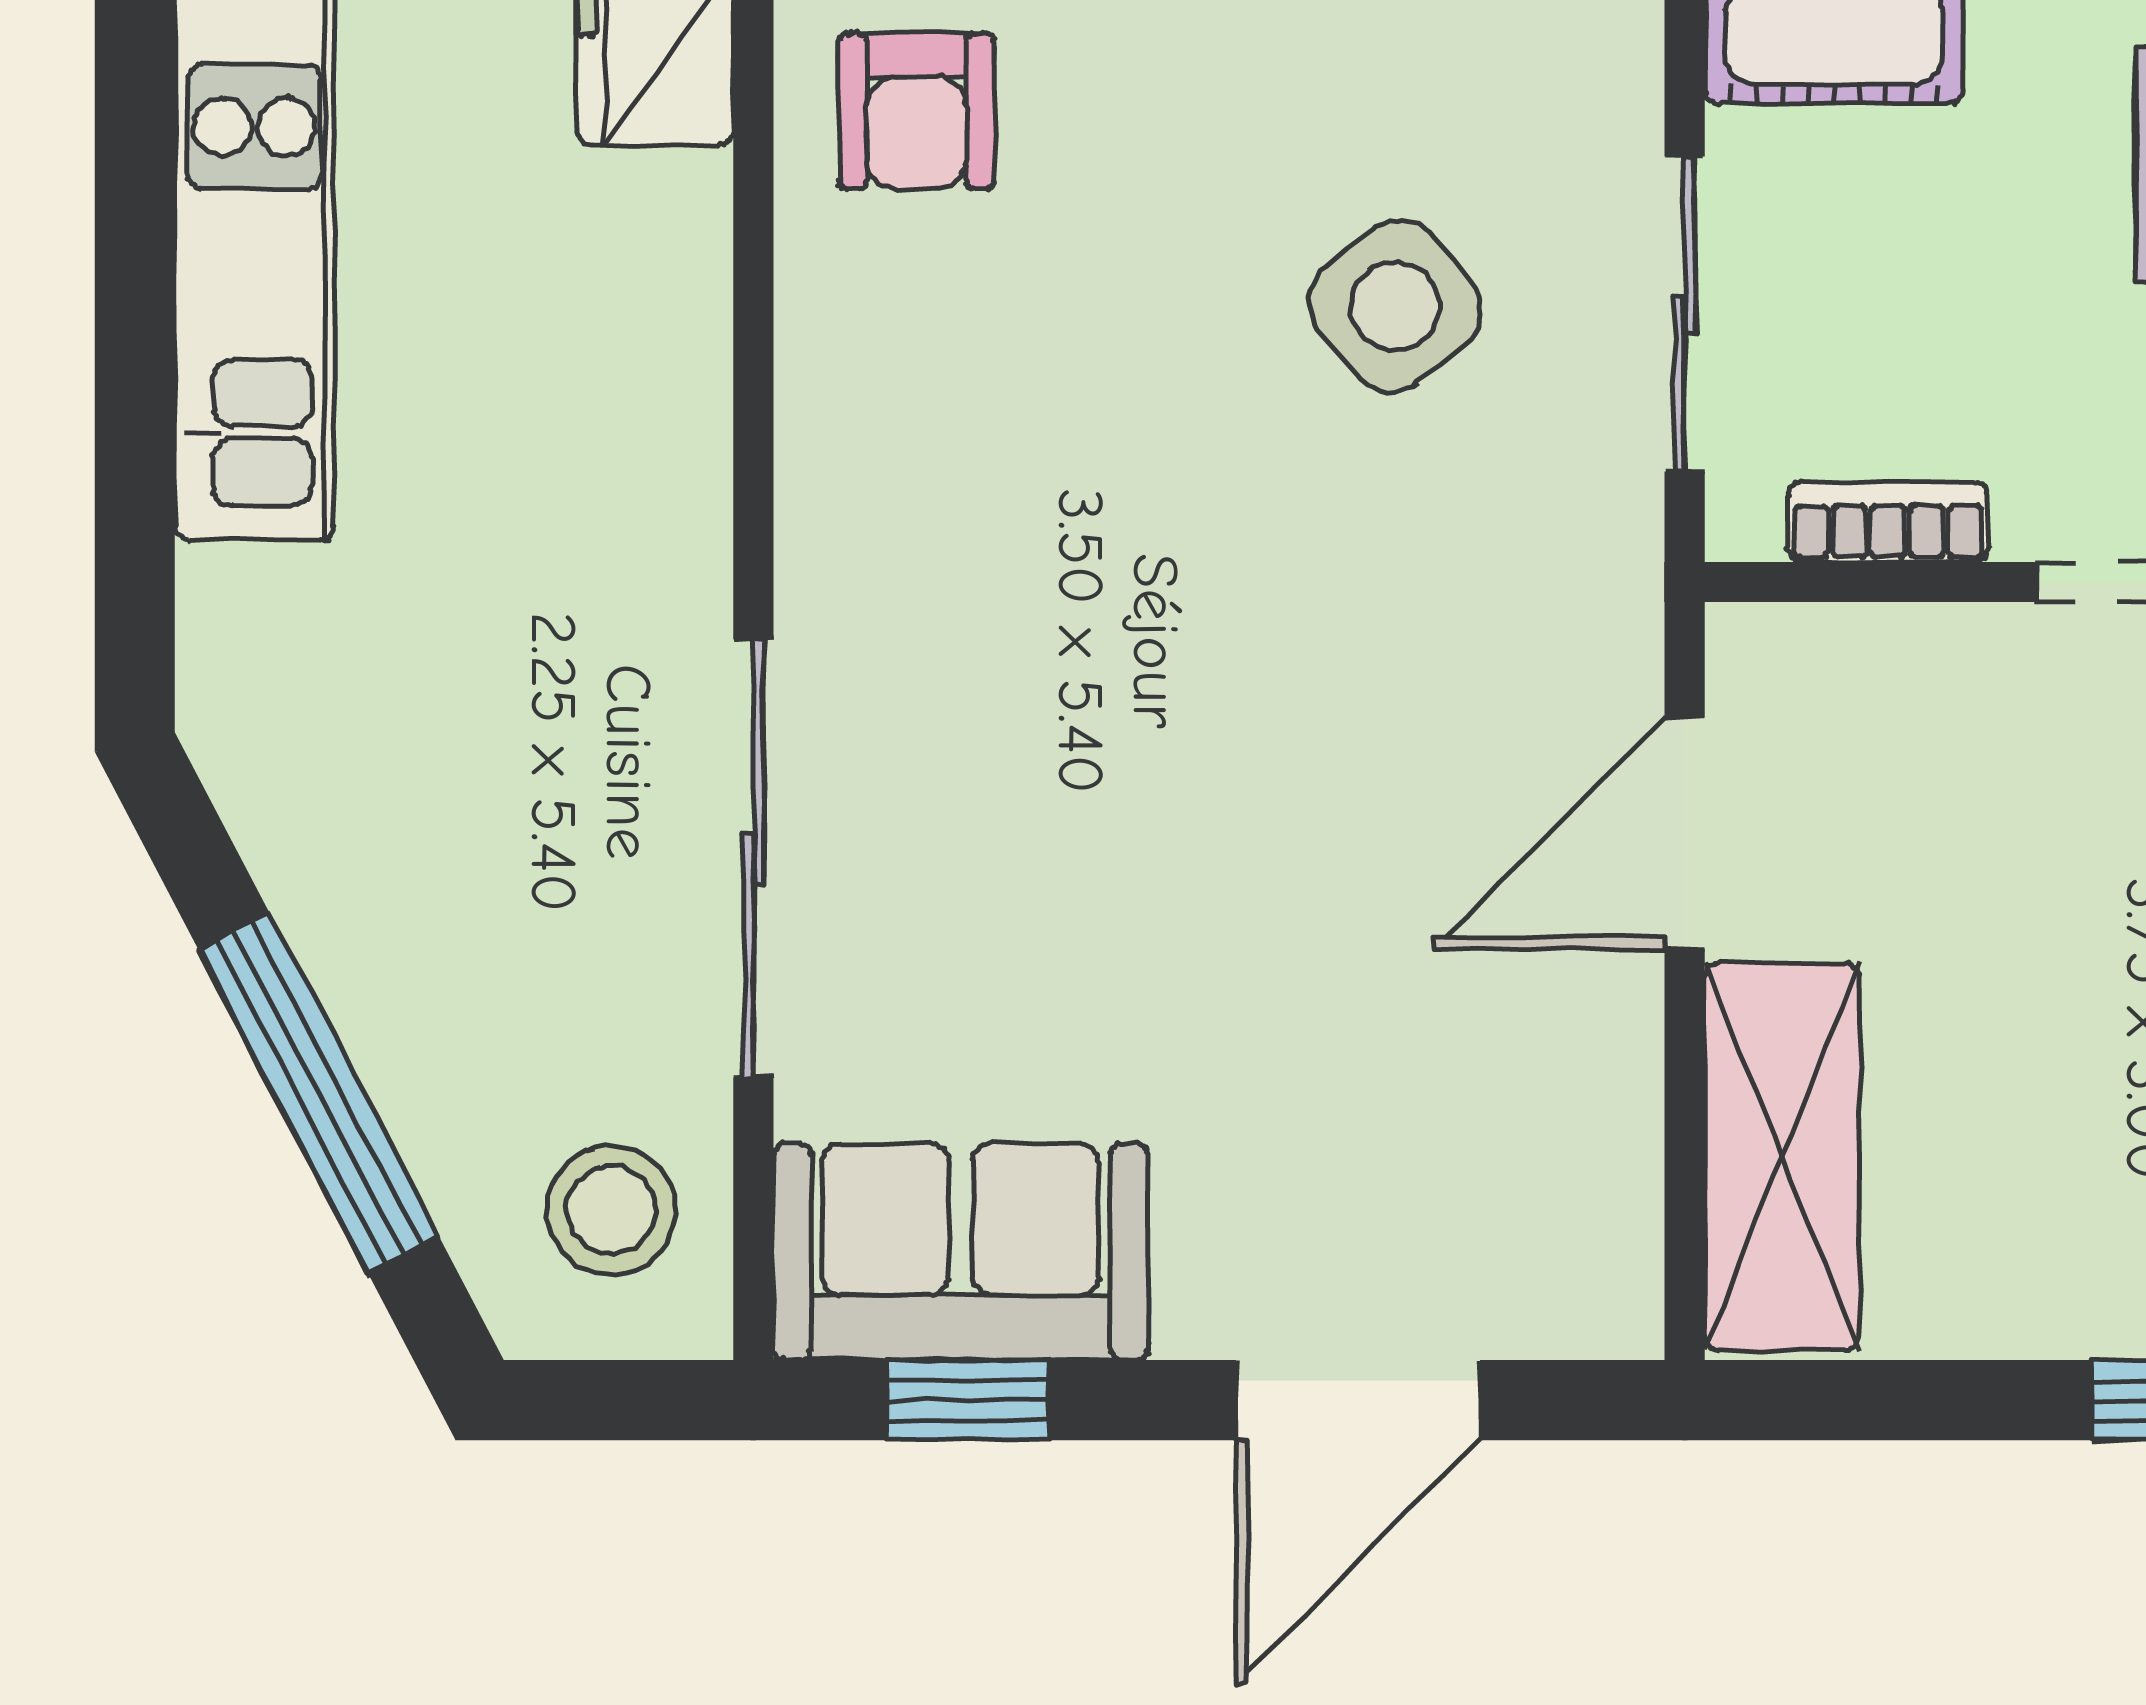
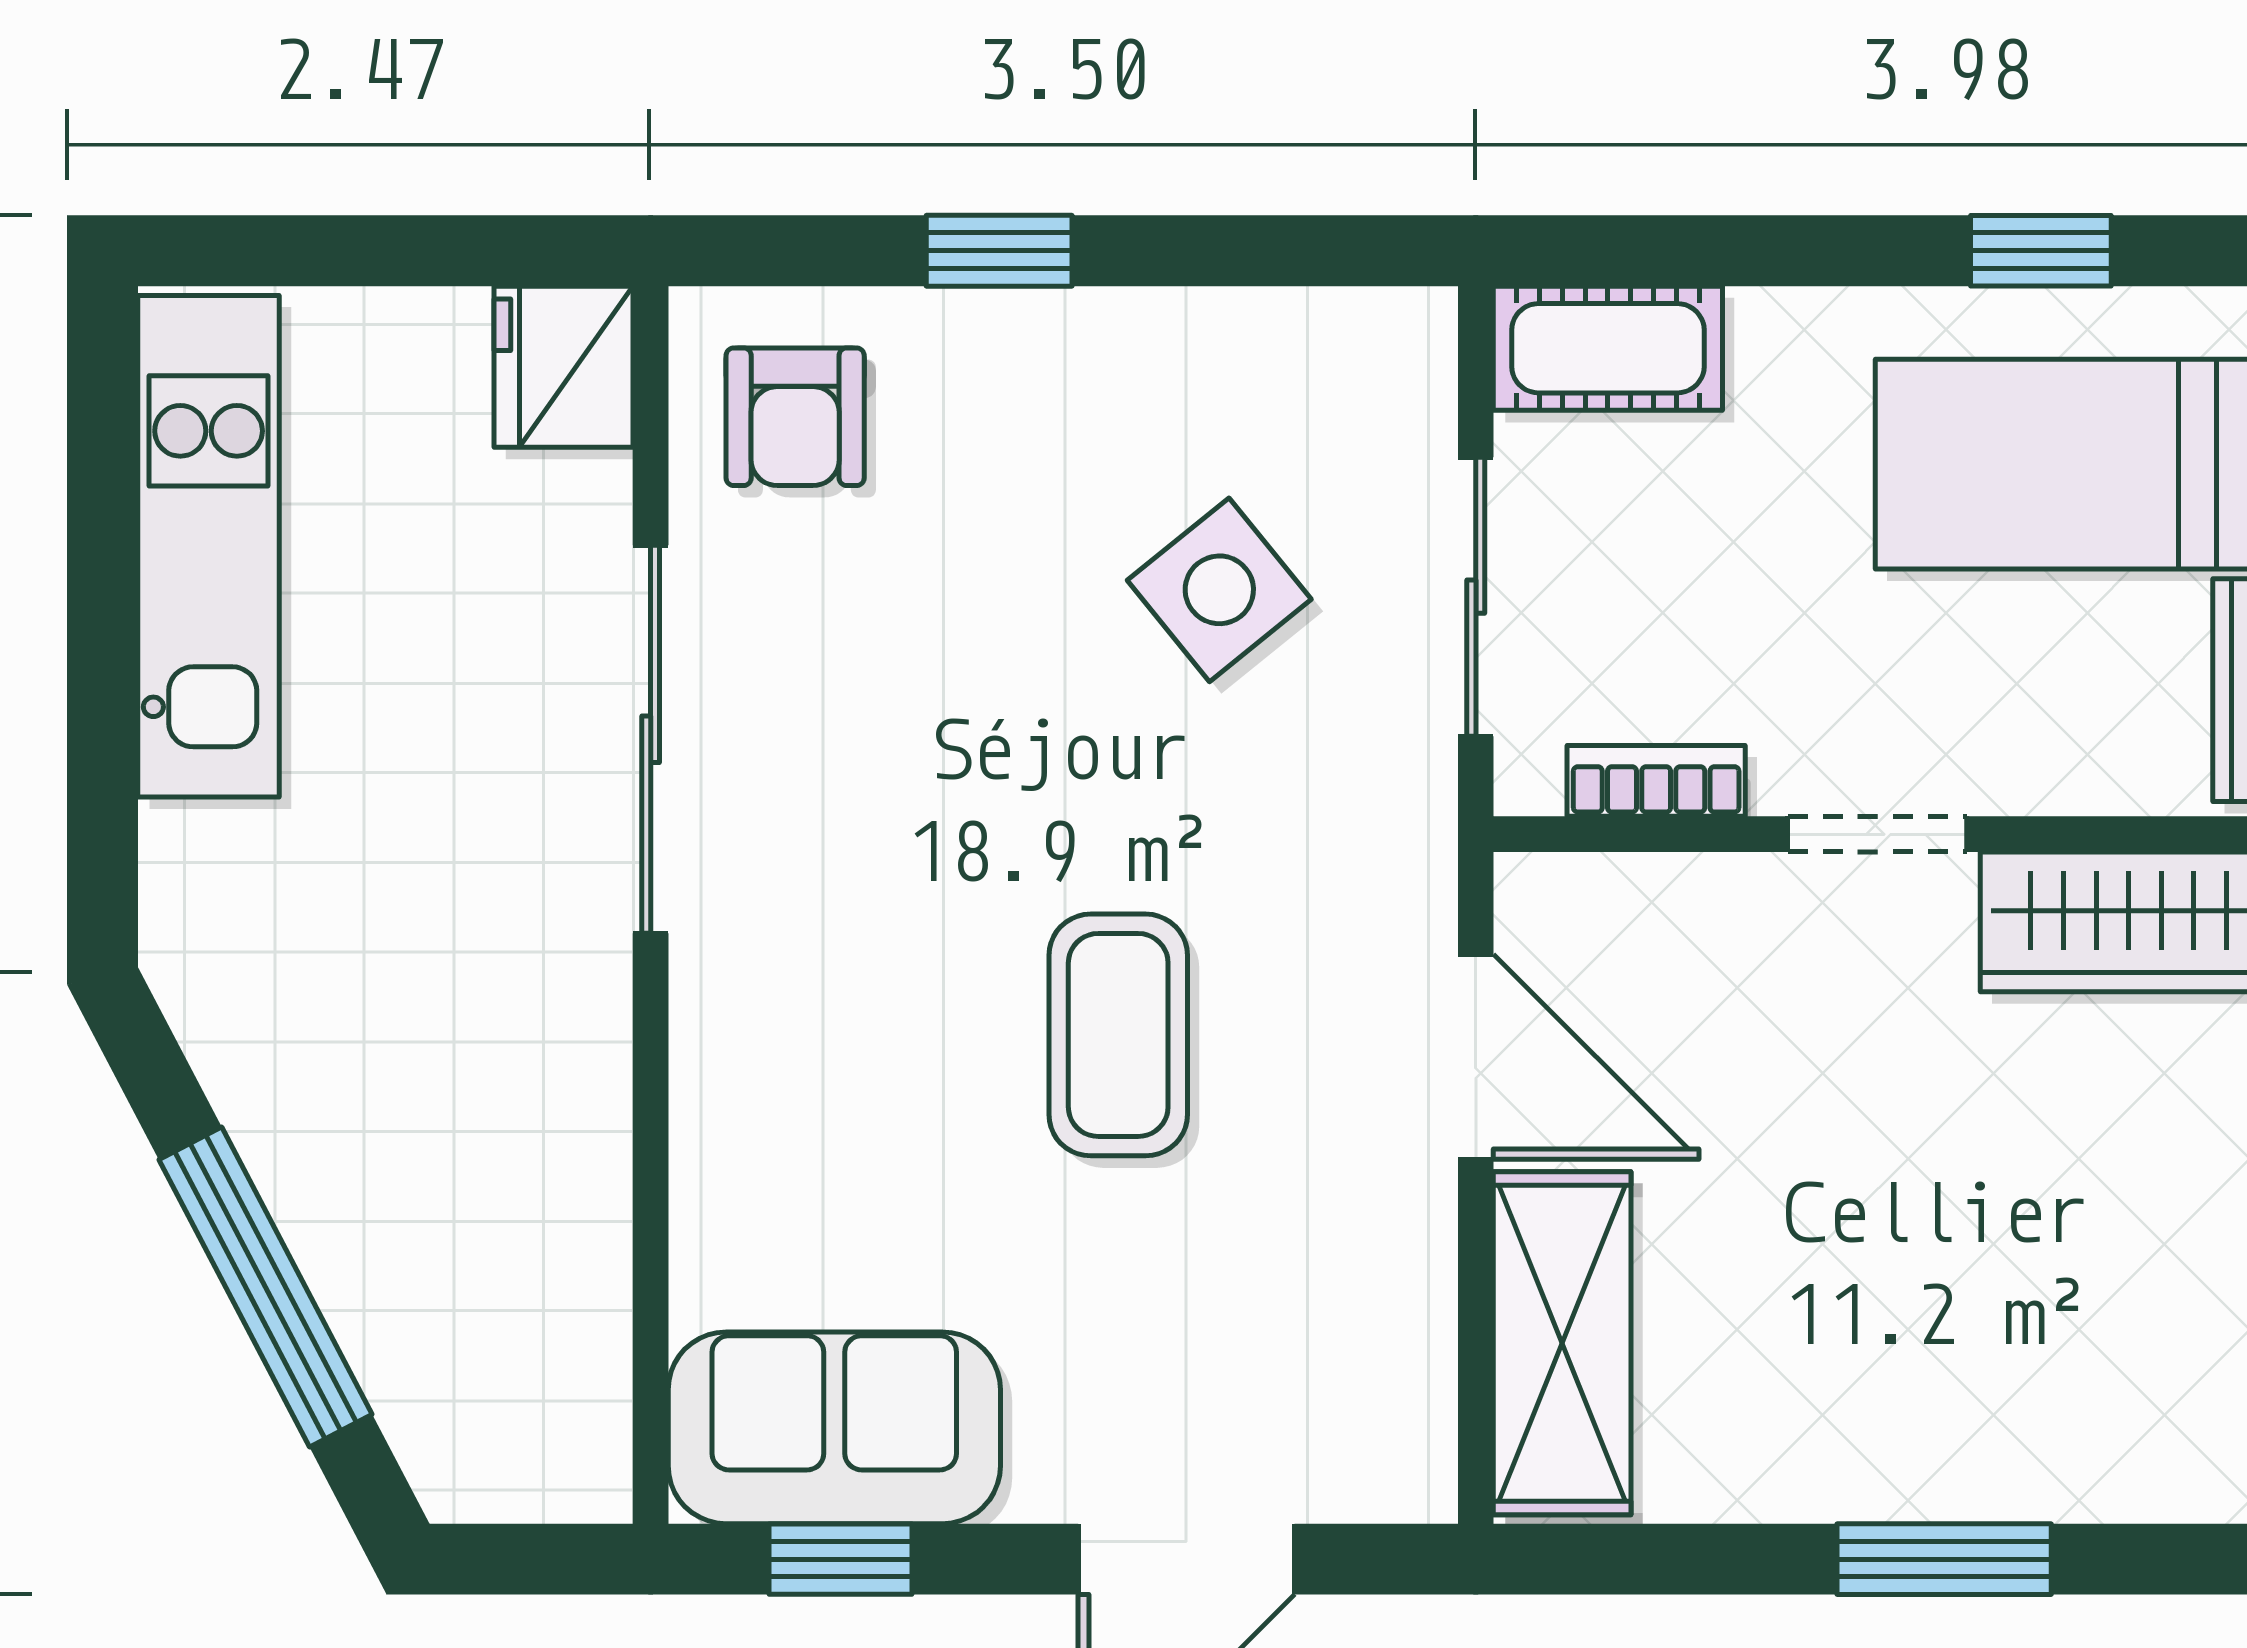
coffee table: (1281, 809) -> (1118, 1035), added
door: (1685, 833) -> (1476, 1057), swing flipped
sliding door: (753, 858) -> (651, 739), moved
stool: (611, 1210) -> (525, 1391), removed

